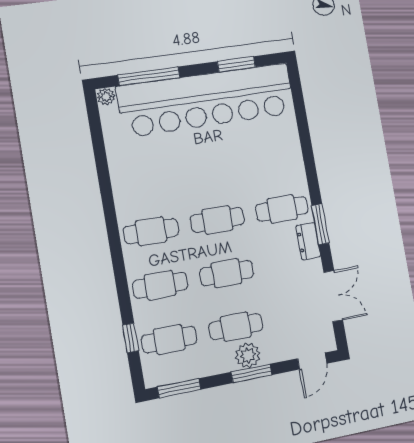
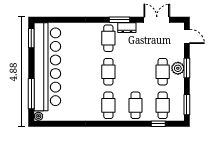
window: (236, 64) -> (31, 38), moved
cafe table: (227, 273) -> (136, 72), removed

